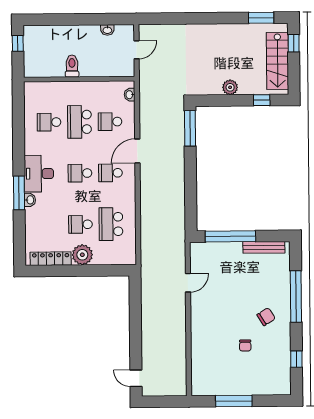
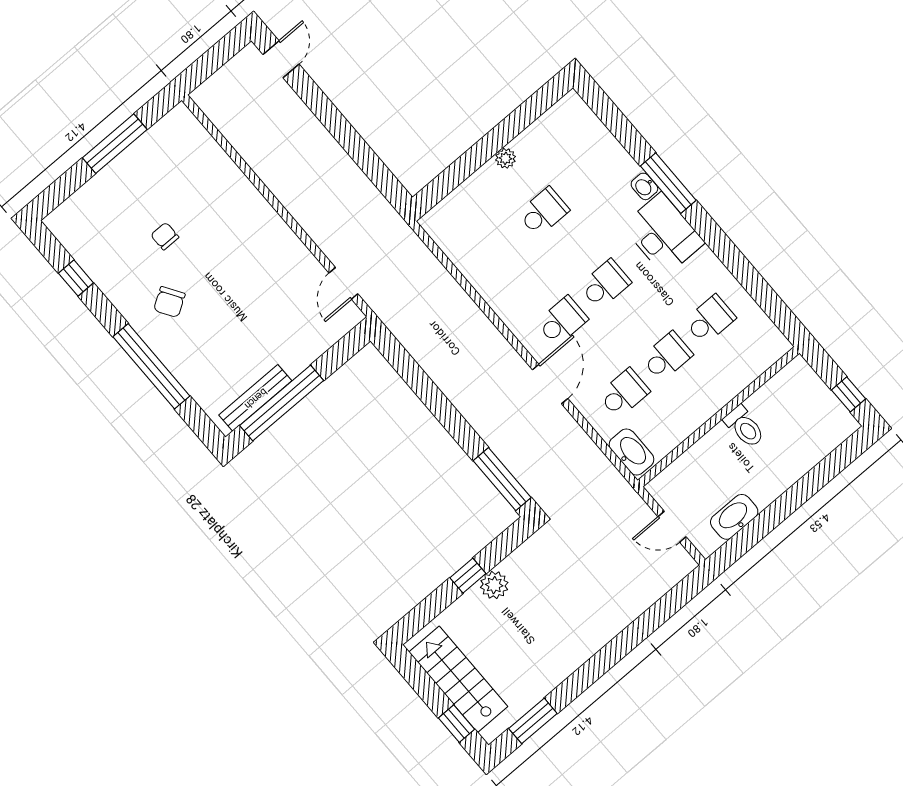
washbasin: (107, 30) -> (734, 517), width x1.91, depth x1.45
door: (137, 50) -> (672, 527), hinge flipped
washbasin: (130, 95) -> (632, 452), width x1.91, depth x1.45
window: (262, 100) -> (468, 576), moved
school desk: (80, 122) -> (667, 356), width x0.54
school desk: (111, 224) -> (500, 249), removed
window: (230, 236) -> (282, 403), moved
plant: (82, 255) -> (506, 158), width x0.53, depth x0.53
locker: (51, 259) -> (545, 128), removed
door: (188, 283) -> (343, 283), moved
door: (136, 378) -> (281, 59), hinge flipped

